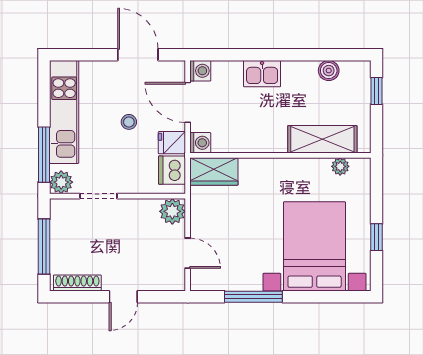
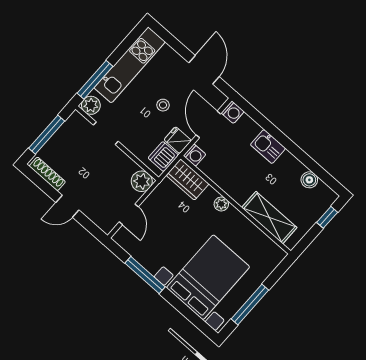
plant: (340, 166) -> (221, 204), moved
window: (376, 237) -> (250, 304), width x2.17

